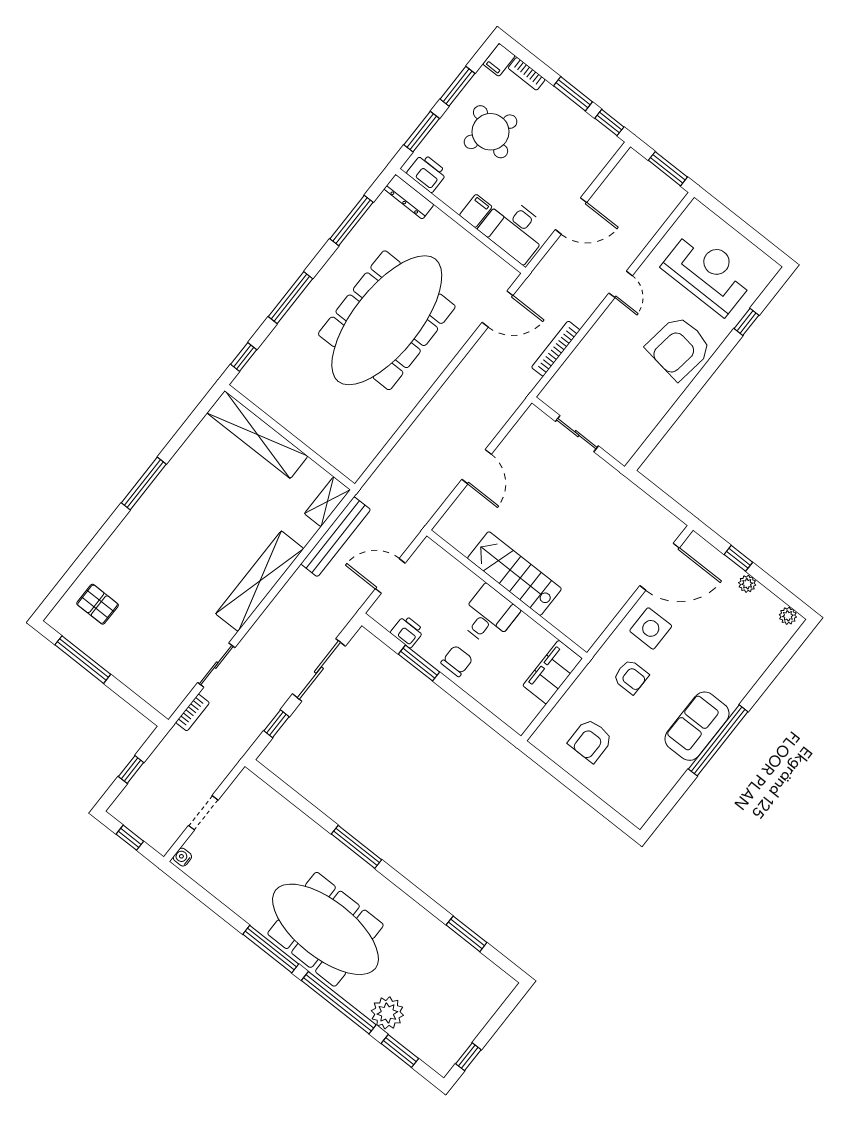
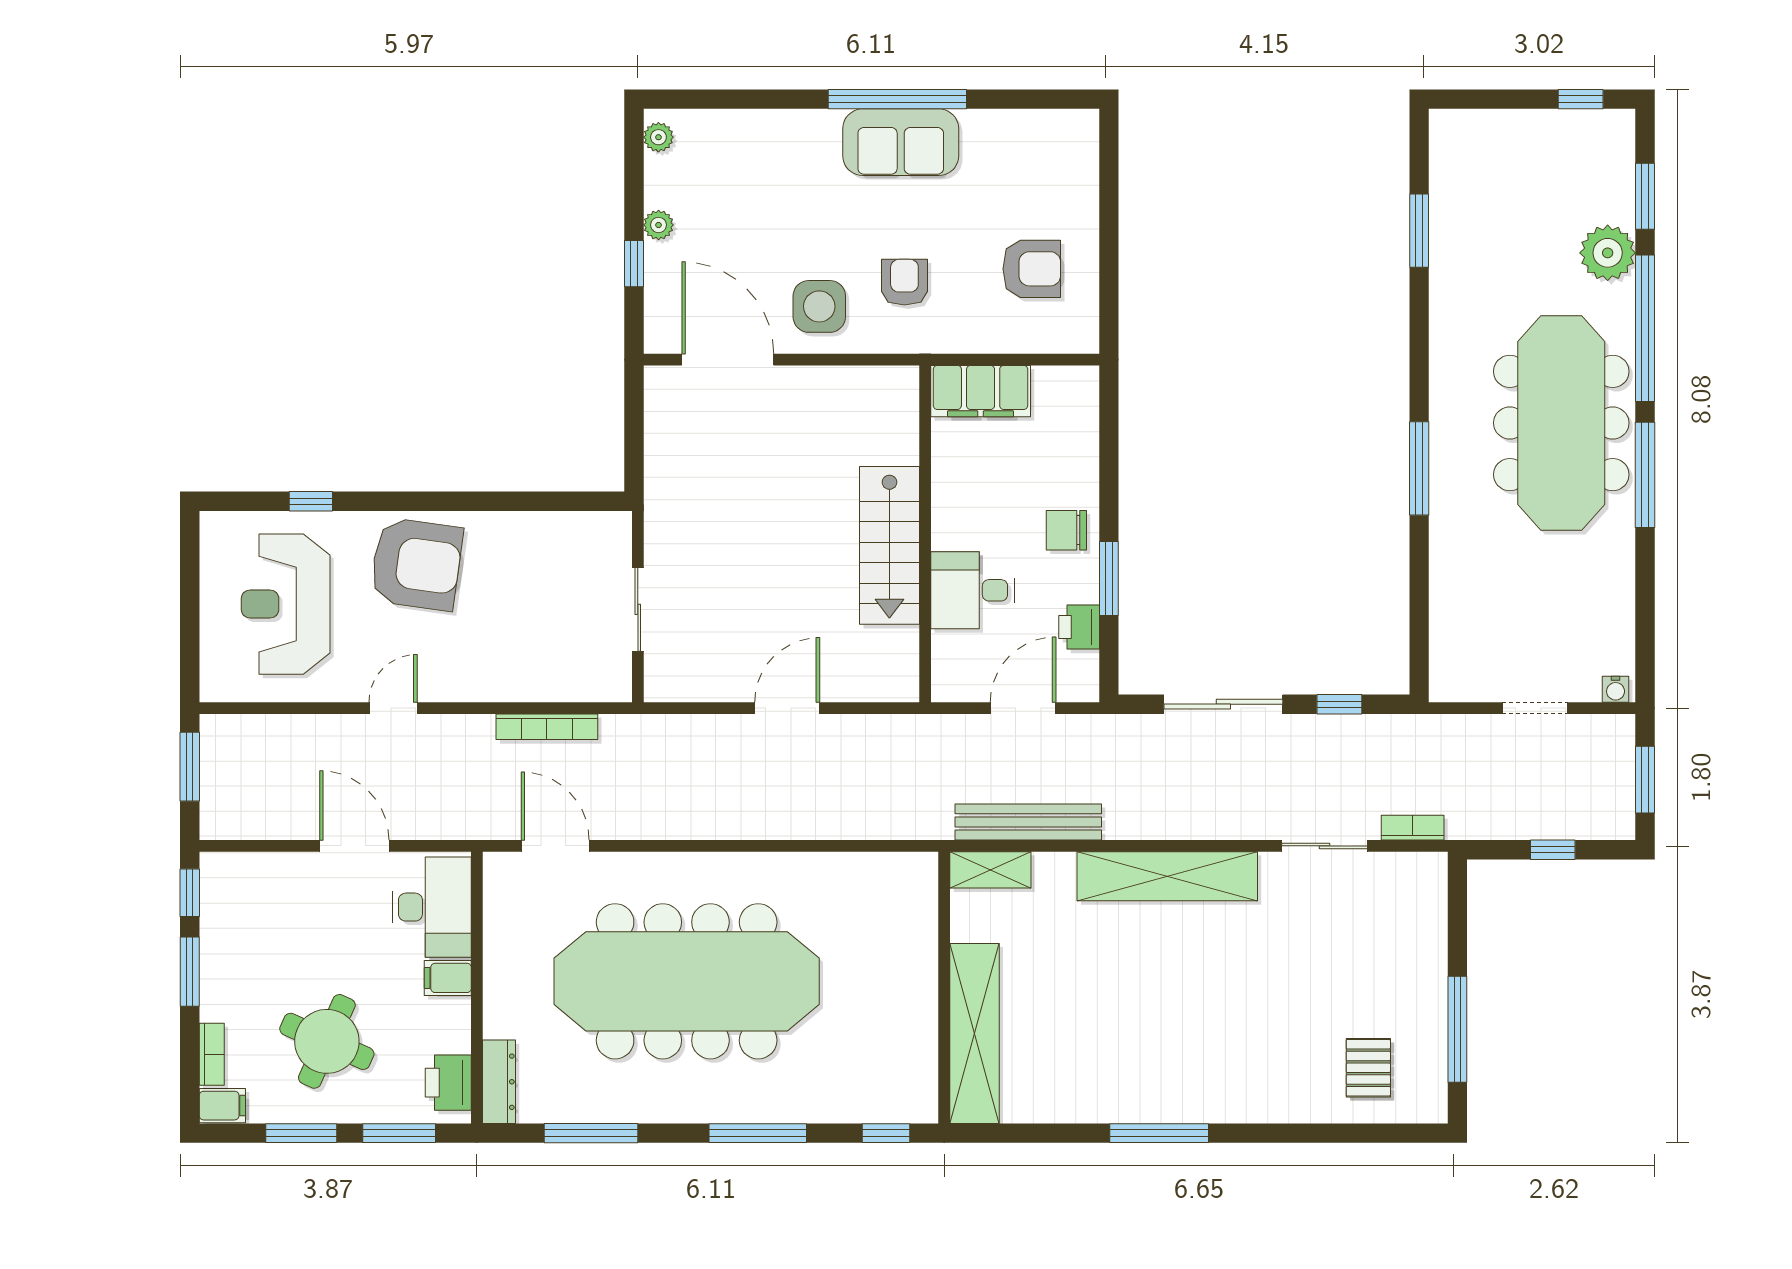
door: (390, 576) -> (1023, 708), swing flipped
desk: (488, 615) -> (972, 590), moved
window: (130, 838) -> (1645, 780), width x1.50

